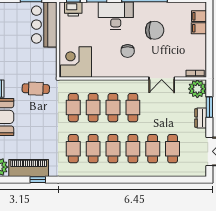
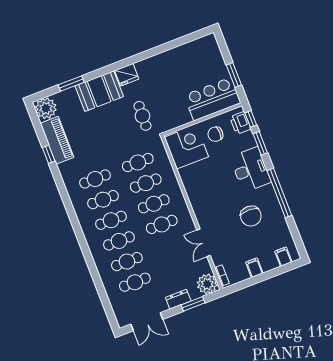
filing cabinet: (199, 28) -> (254, 268), moved
chair: (128, 51) -> (215, 134), moved

